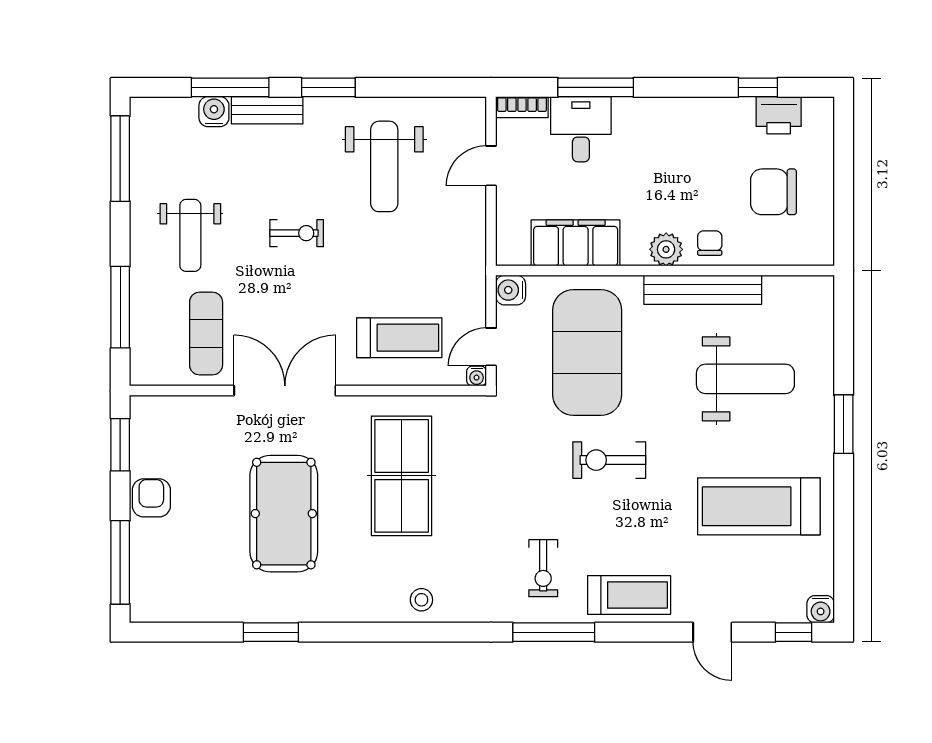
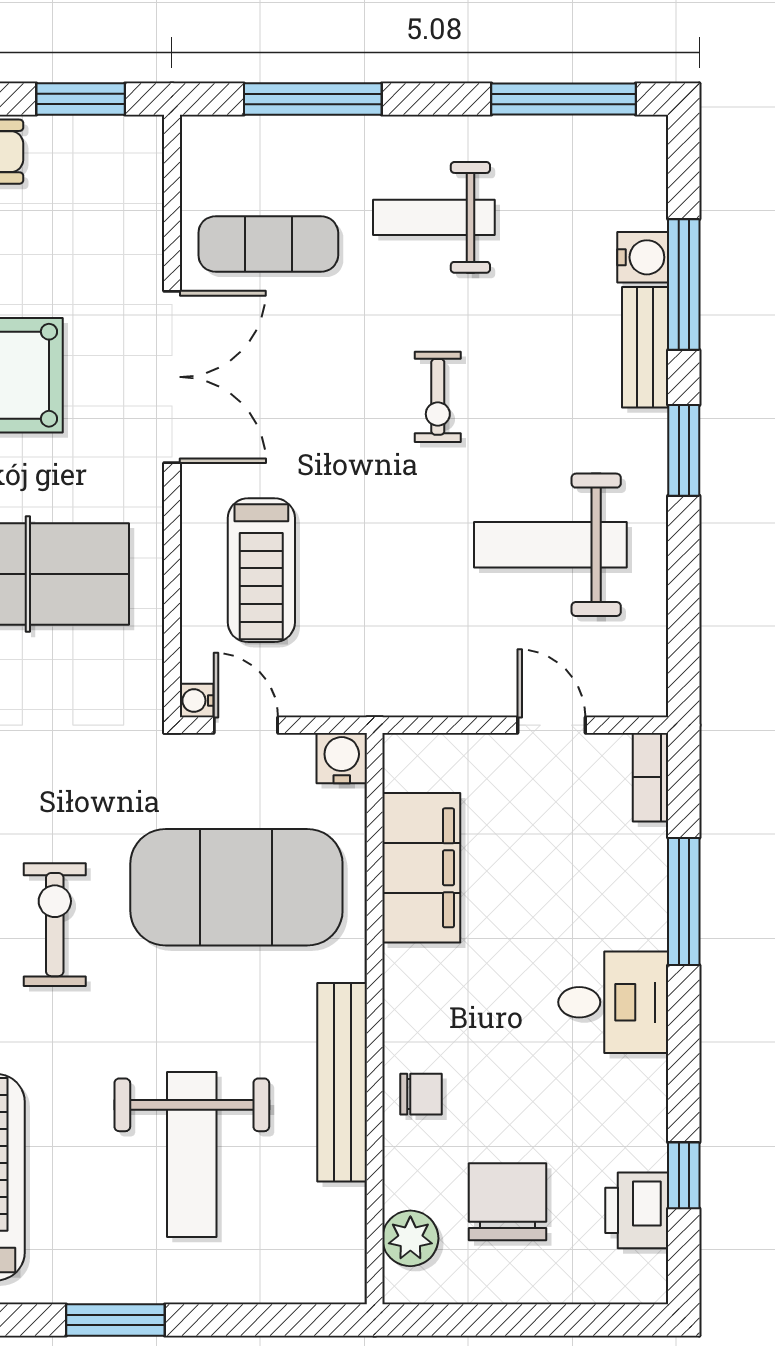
desk: (581, 129) -> (613, 1002), moved
plant: (666, 249) -> (410, 1238), moved

